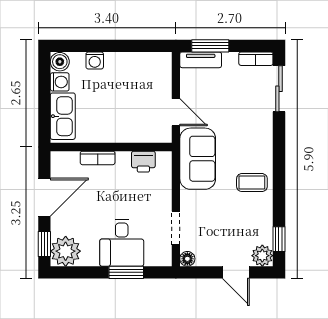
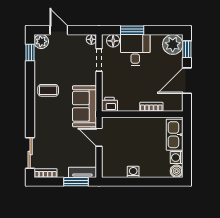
washing machine: (95, 60) -> (133, 172), moved
printer: (143, 162) -> (109, 104), moved
floor lamp: (155, 257) -> (113, 41), added

